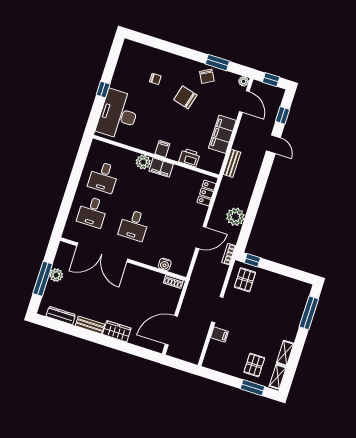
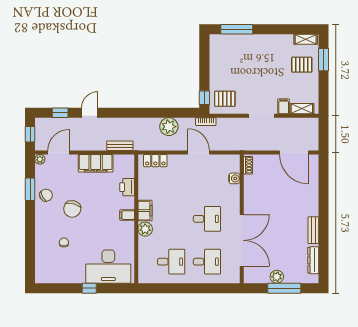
wardrobe: (117, 331) -> (311, 203), removed
shelving: (285, 353) -> (302, 109), moved

